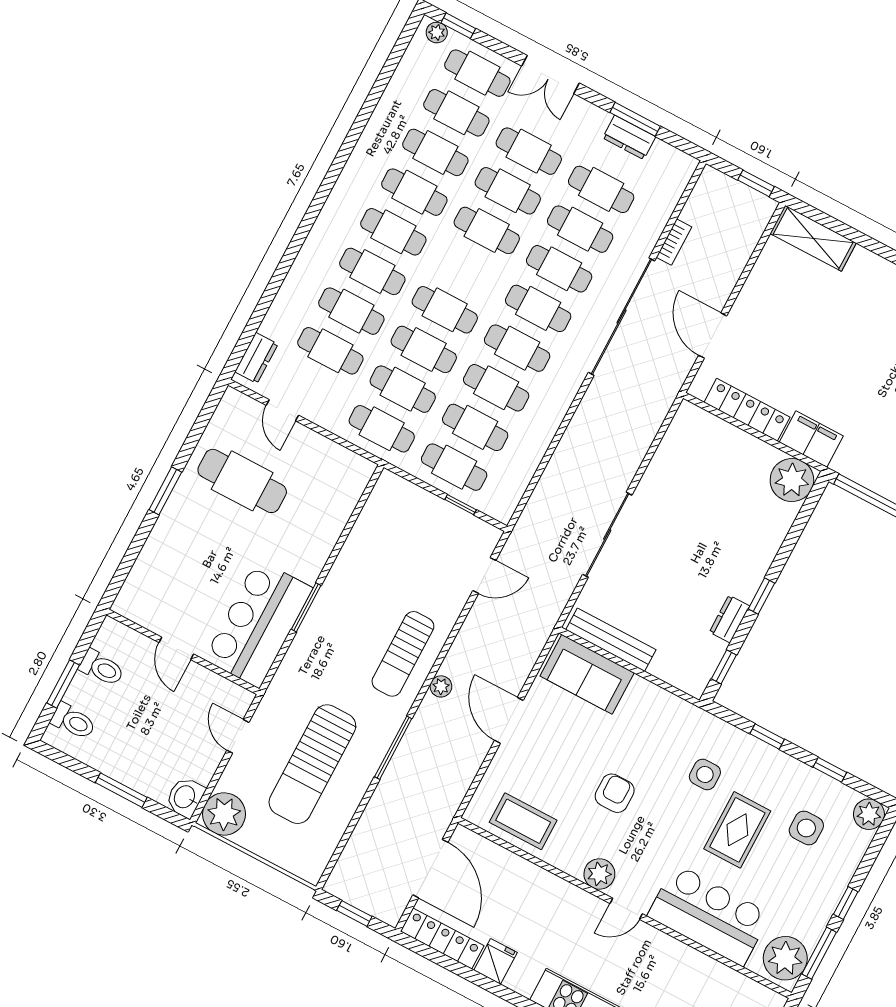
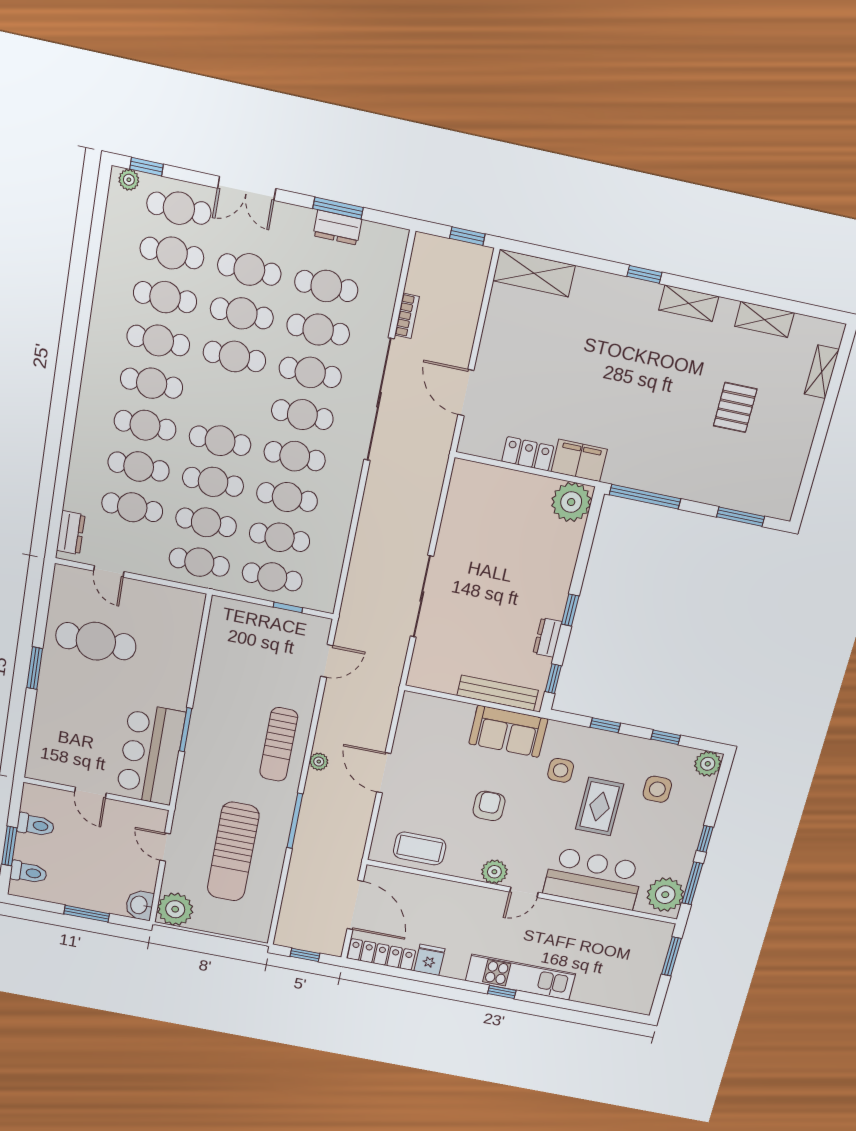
locker: (747, 410) -> (528, 454), width x0.66
bench: (611, 640) -> (498, 693), moved
sofa: (587, 674) -> (508, 731), moved

